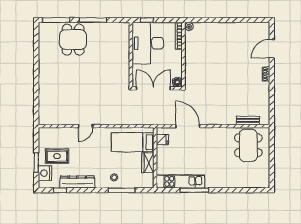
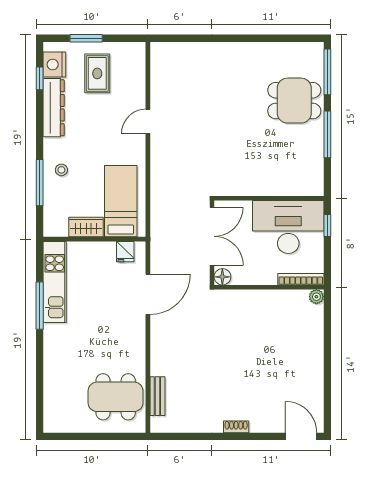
door: (272, 49) -> (301, 436), moved
door: (85, 126) -> (148, 121), hinge flipped
nightstand: (45, 173) -> (54, 65), moved, turned -90

